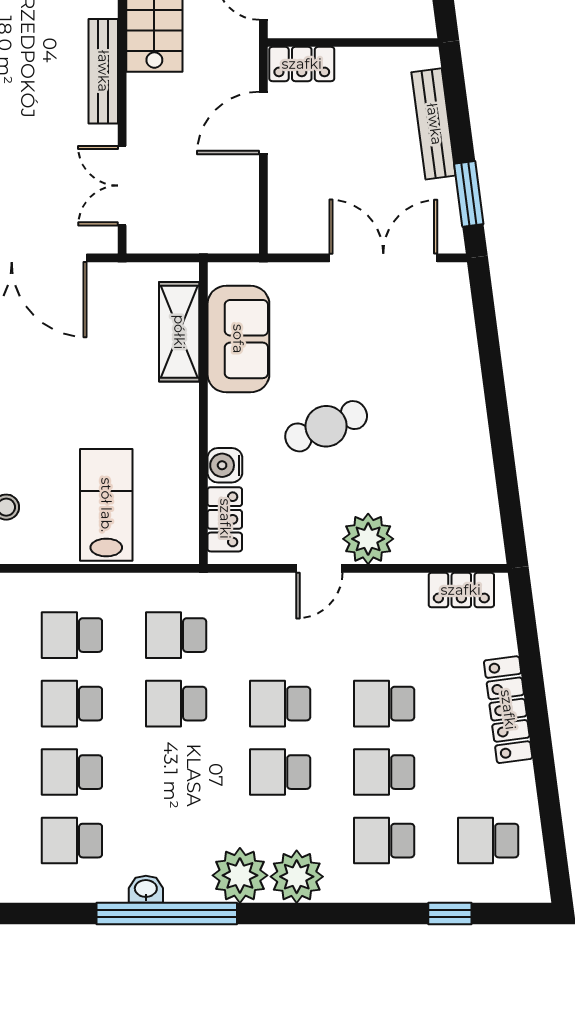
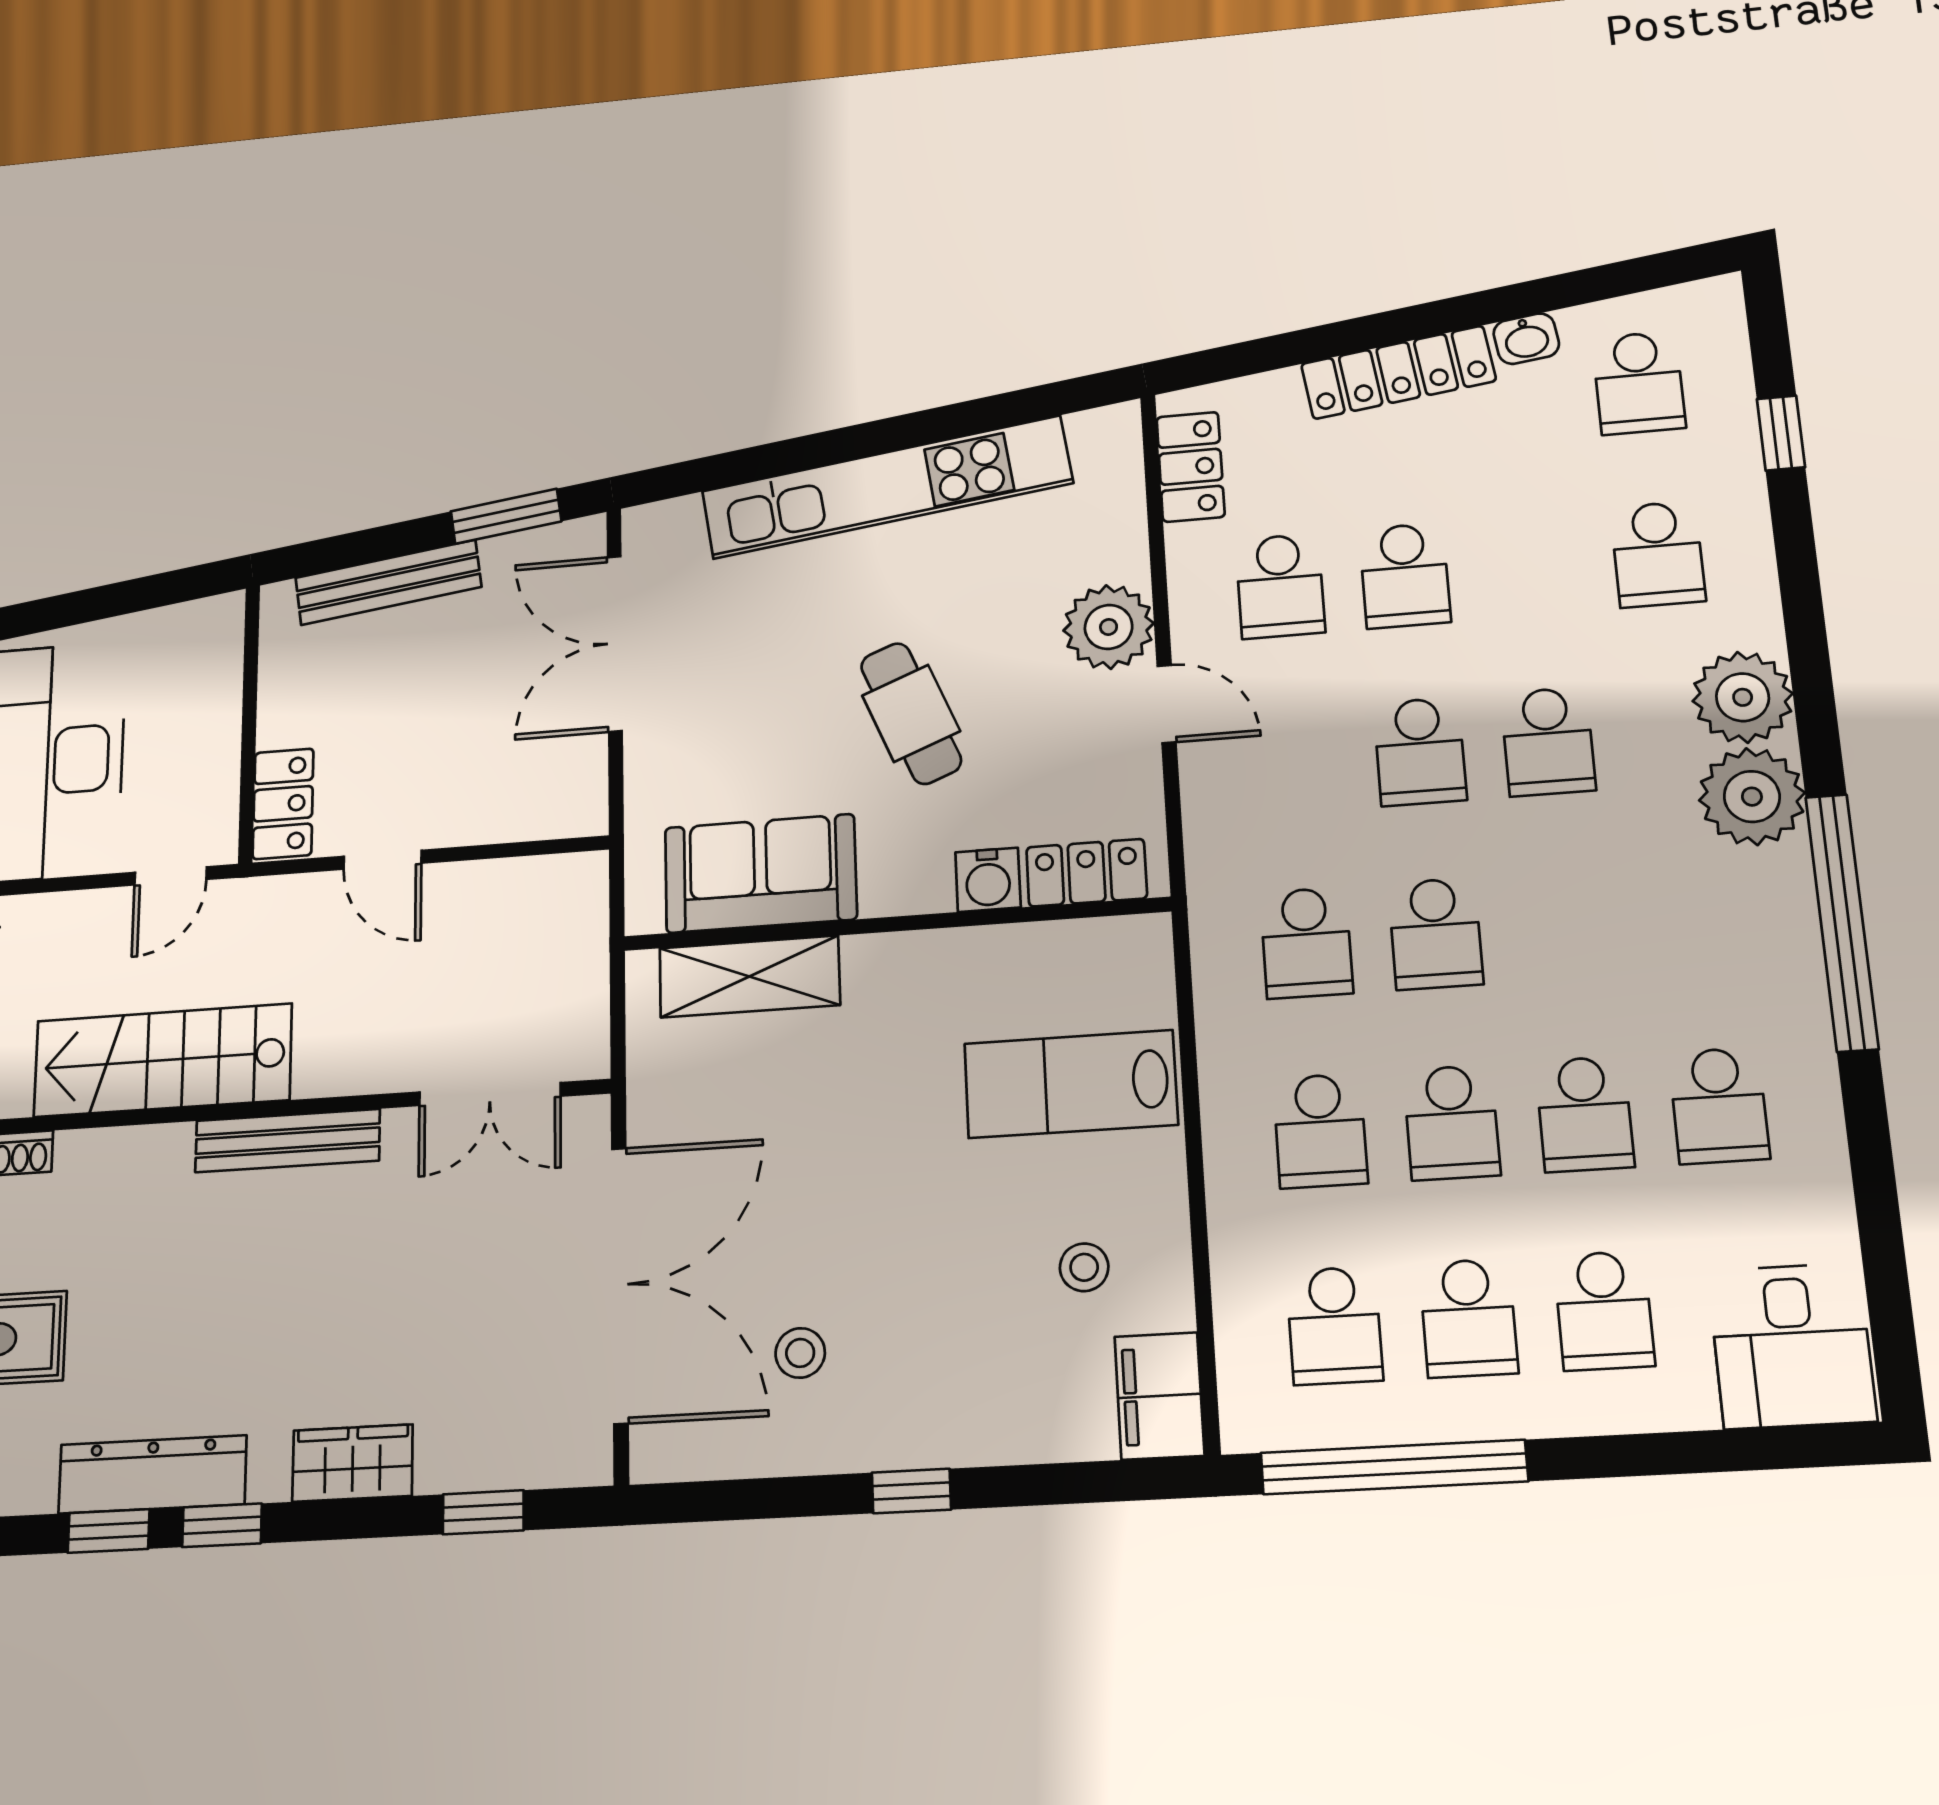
door: (263, 123) -> (383, 860), width x0.73
kitchen unit: (466, 417) -> (886, 487), added
school desk: (384, 772) -> (1280, 586), moved
washbasin: (146, 889) -> (1526, 339), moved, turned -98

